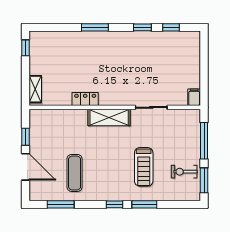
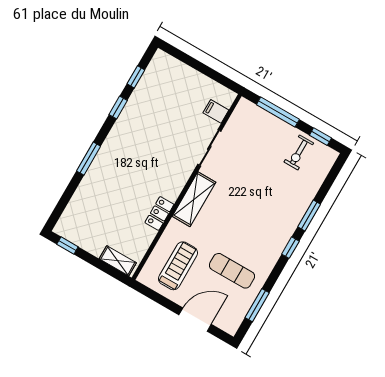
filing cabinet: (194, 97) -> (216, 111), moved
window: (26, 137) -> (163, 301), removed
treadmill: (144, 167) -> (178, 266), moved, turned -90
window: (204, 180) -> (320, 137), width x0.67

